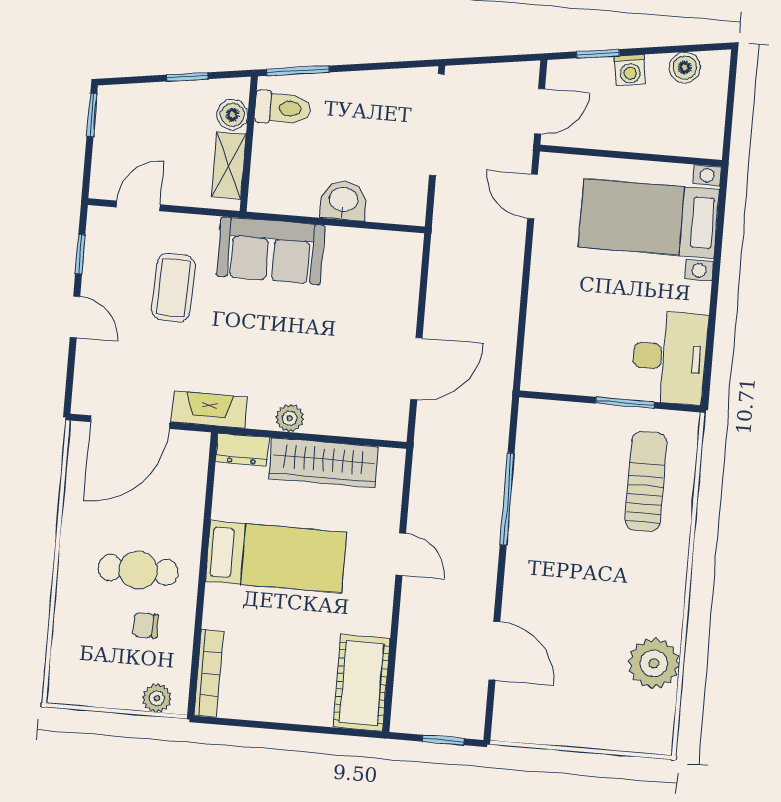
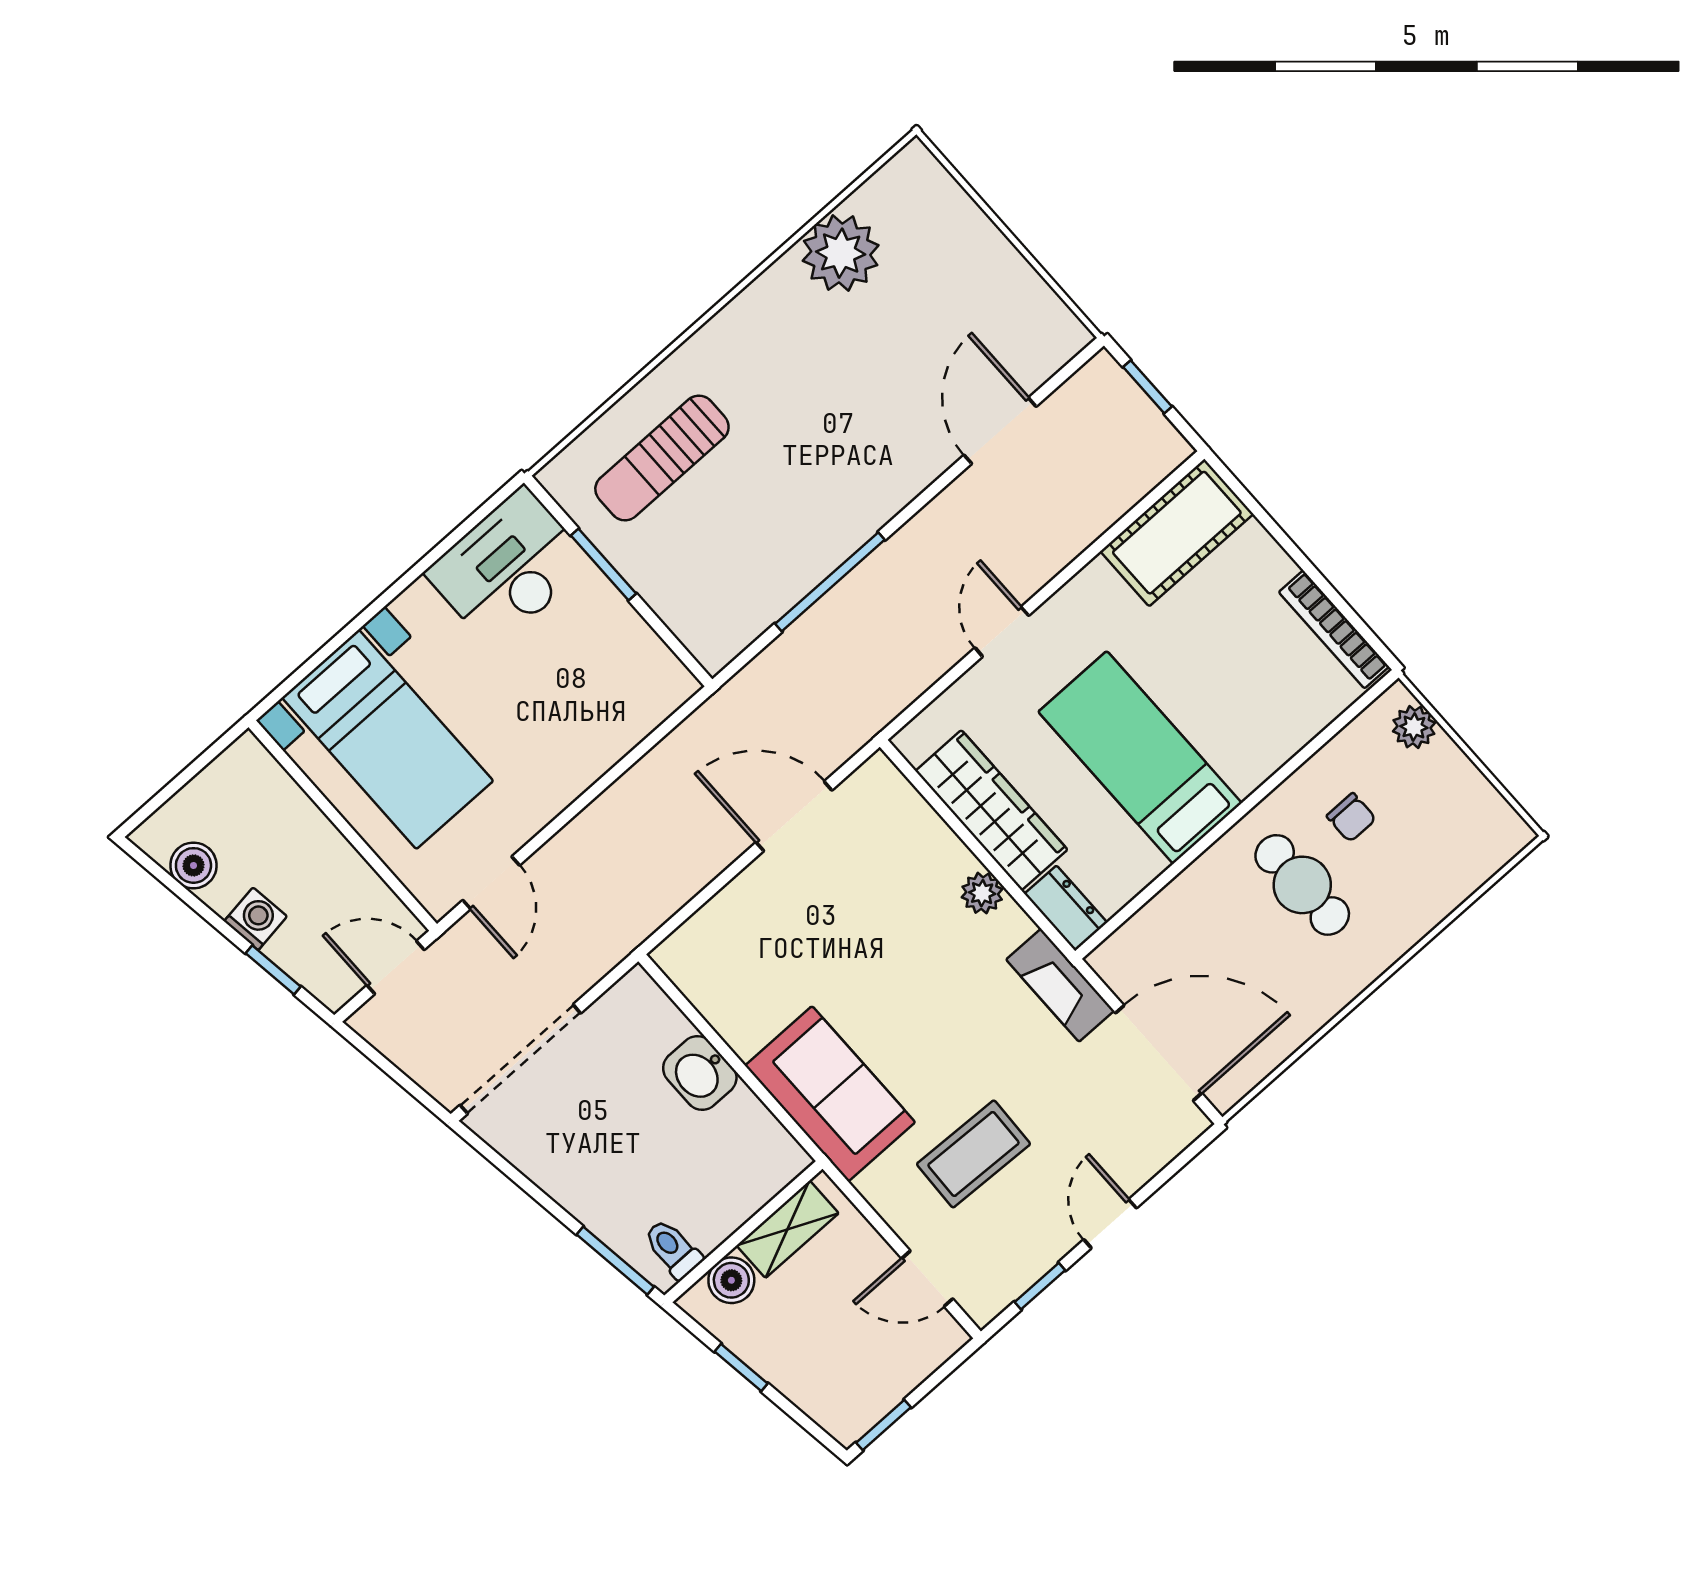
toilet: (283, 108) -> (673, 1249), width x0.73, depth x0.72
bookcase: (209, 673) -> (1334, 629), moved, turned -90

